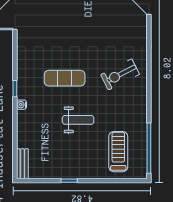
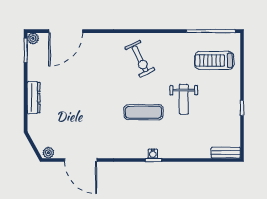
exercise mat: (65, 78) -> (144, 112), turned 90
water cooler: (21, 105) -> (153, 154), moved
weight bench: (78, 120) -> (184, 99), turned 180

